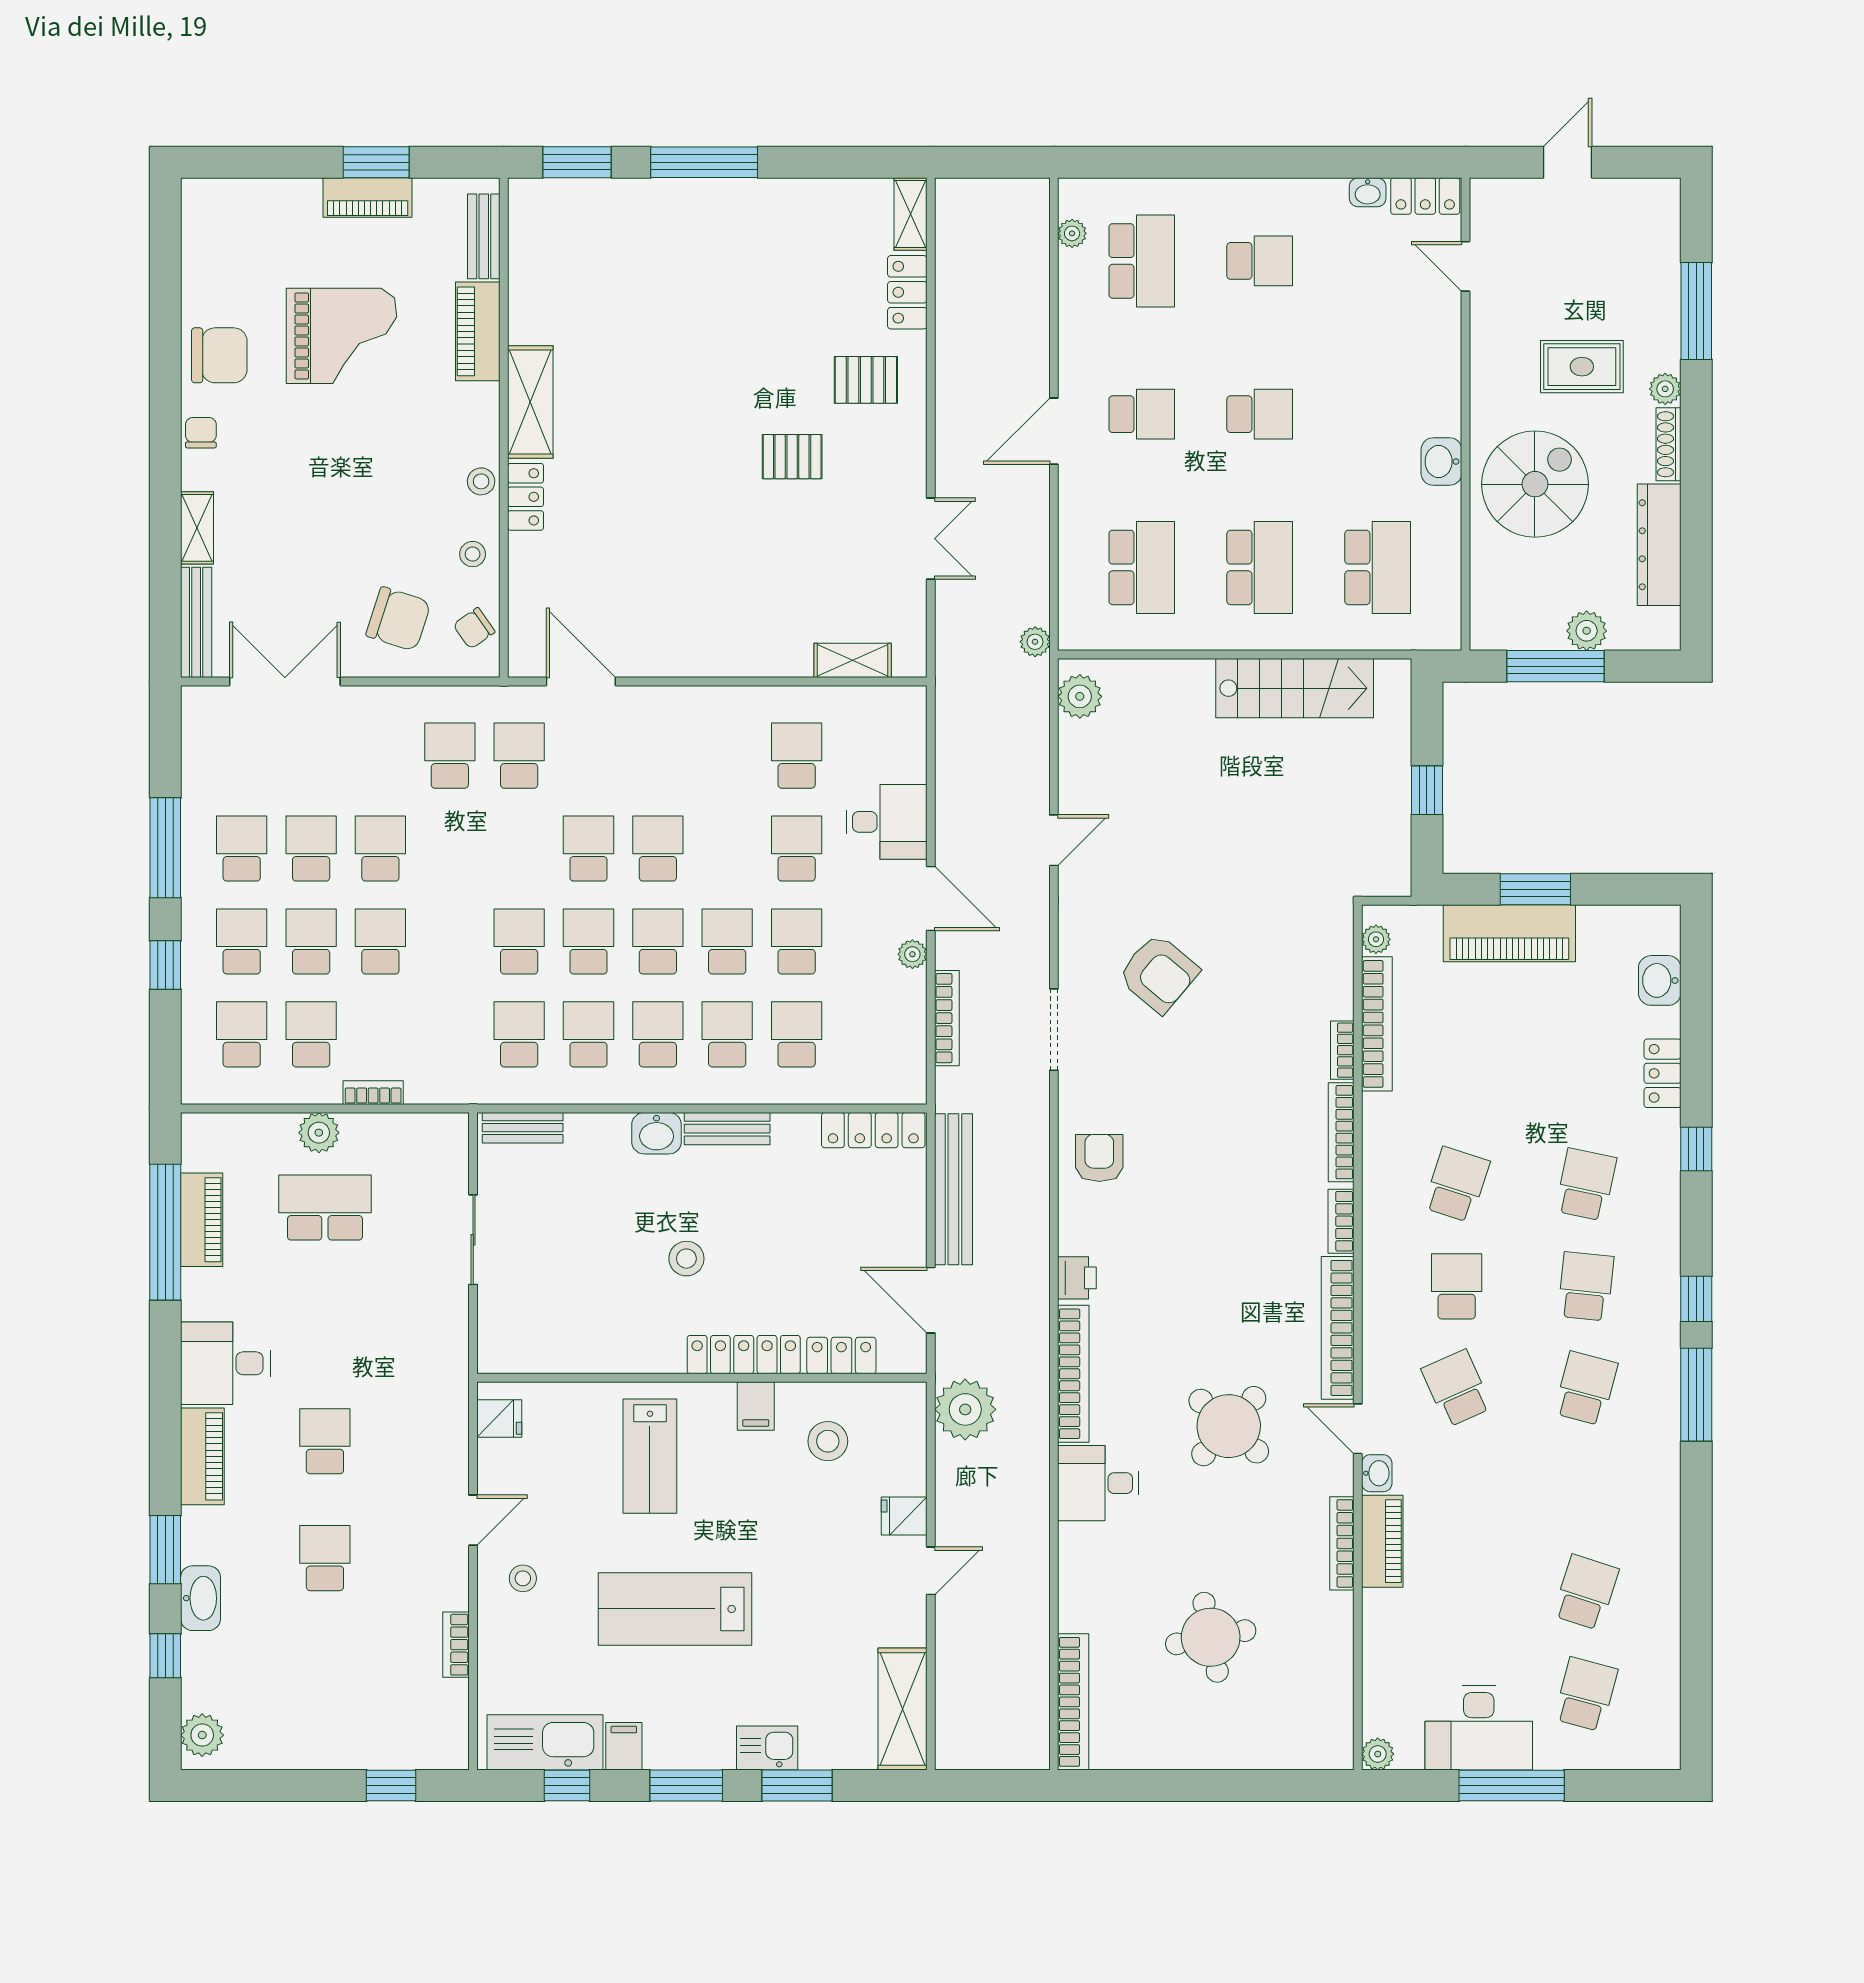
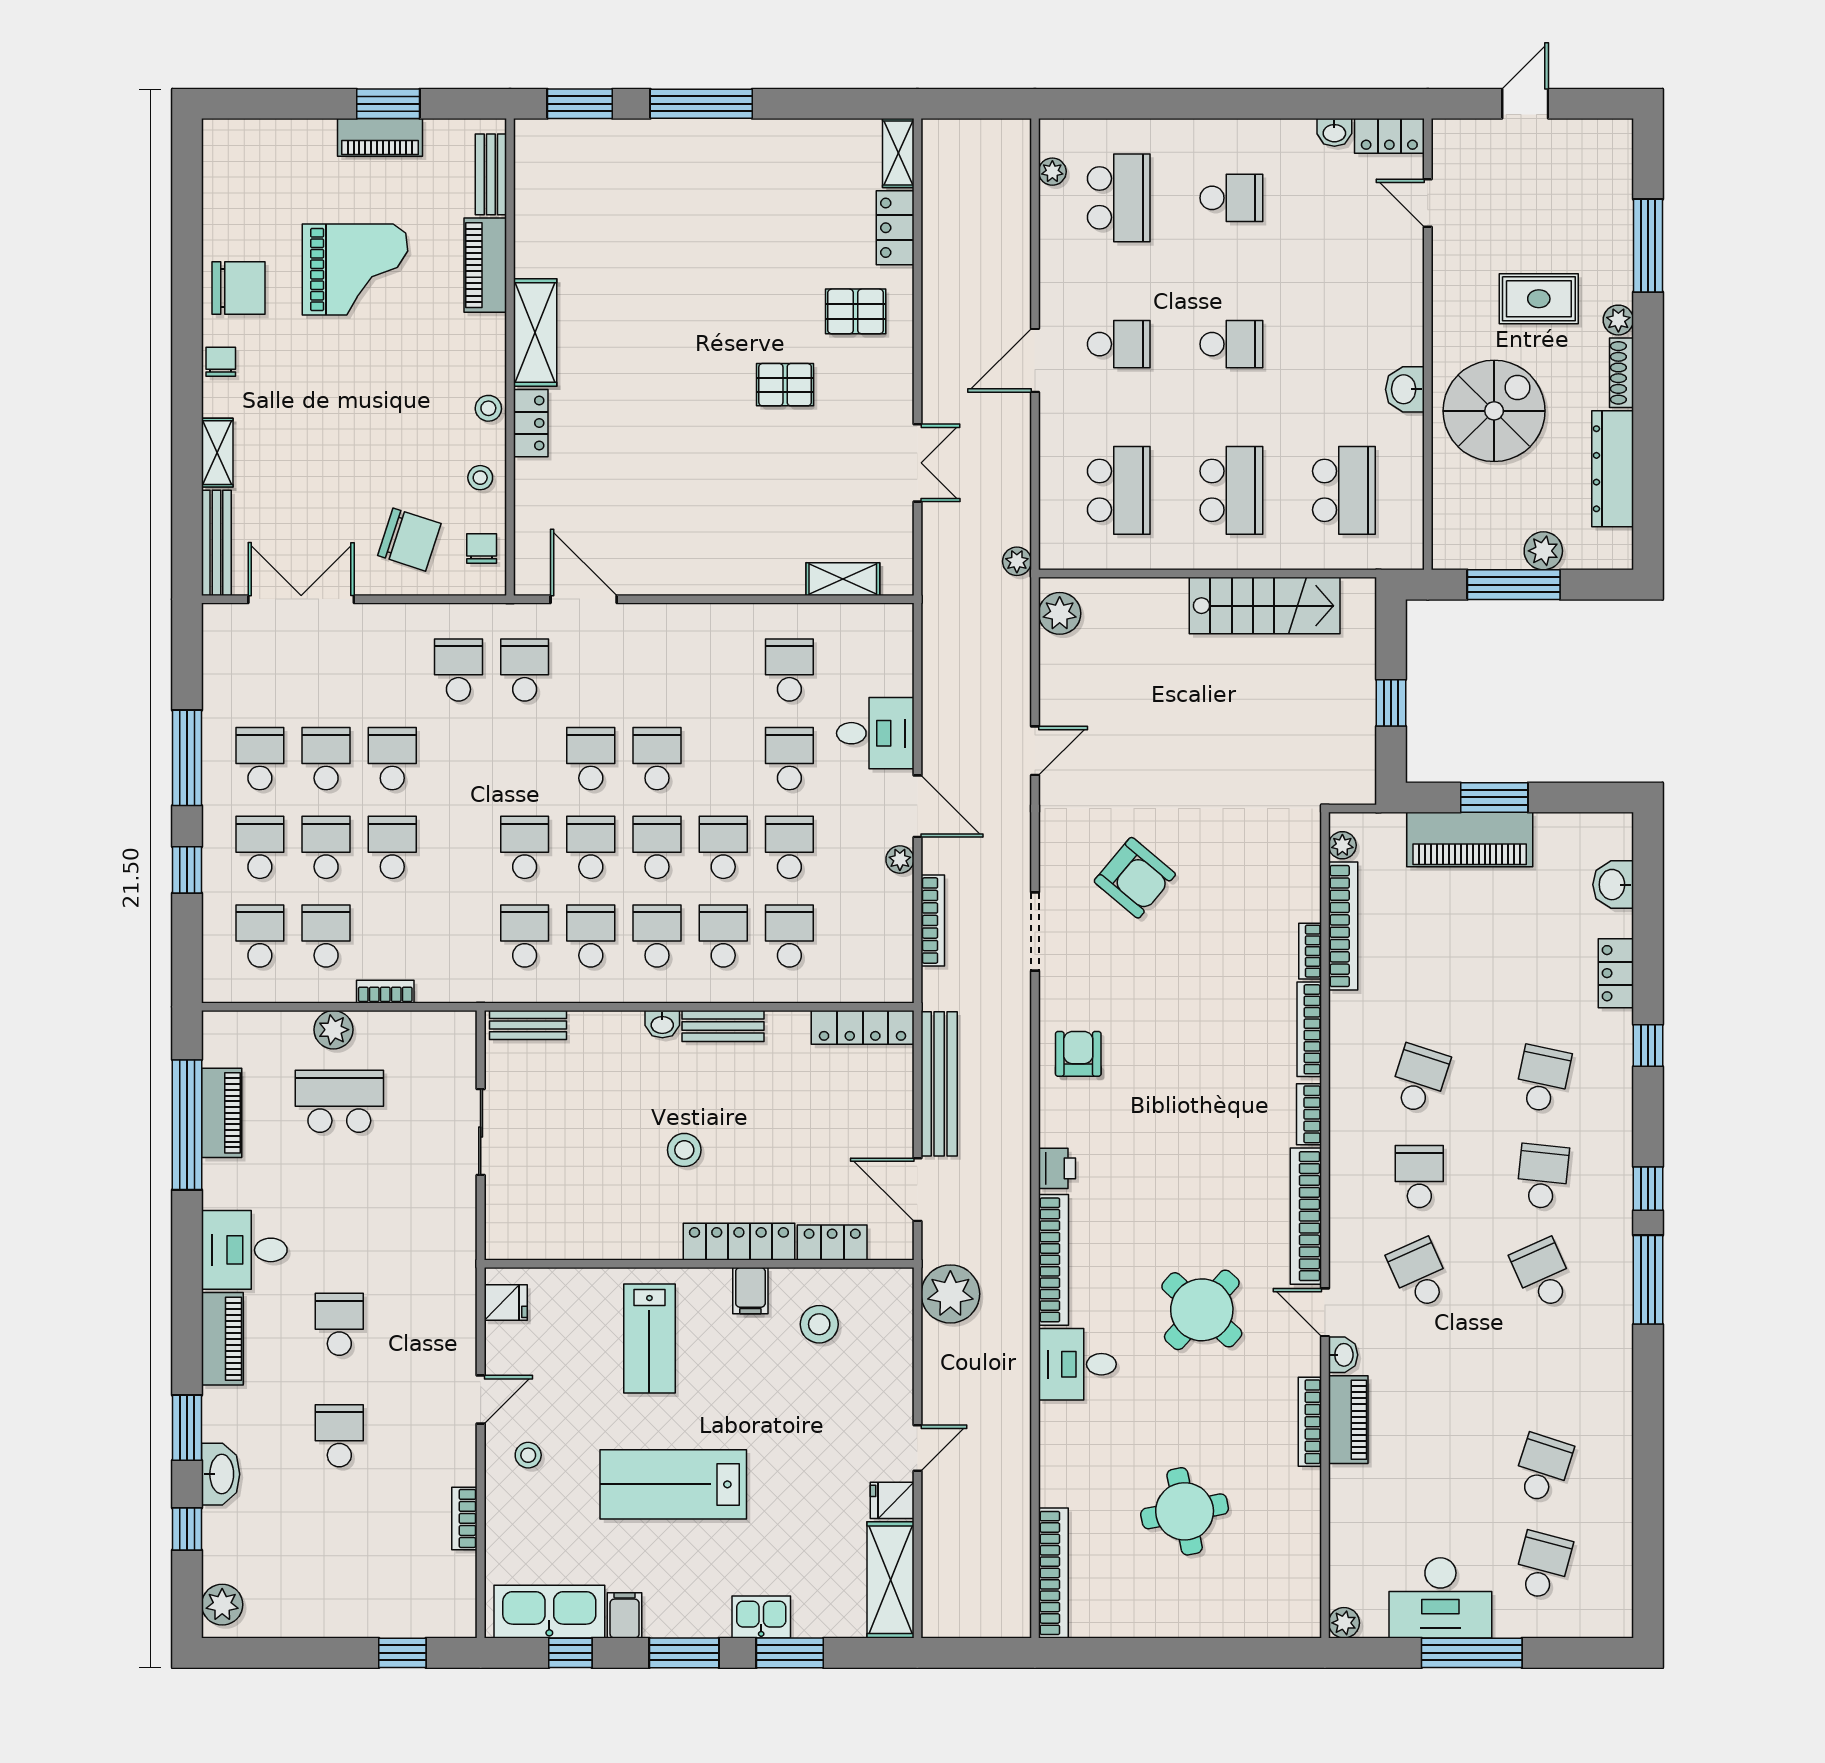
chair: (474, 628) -> (482, 548), turned 125
washbasin: (657, 1133) -> (662, 1024), width x0.72, depth x0.69
school desk: (1586, 1388) -> (1543, 1274), turned -39
fridge: (904, 1516) -> (892, 1500), moved

